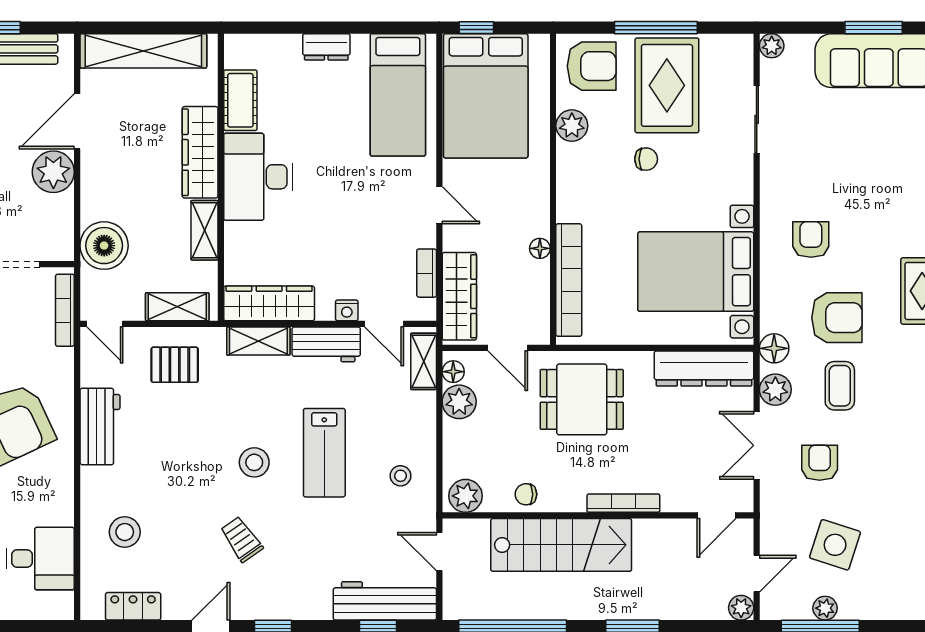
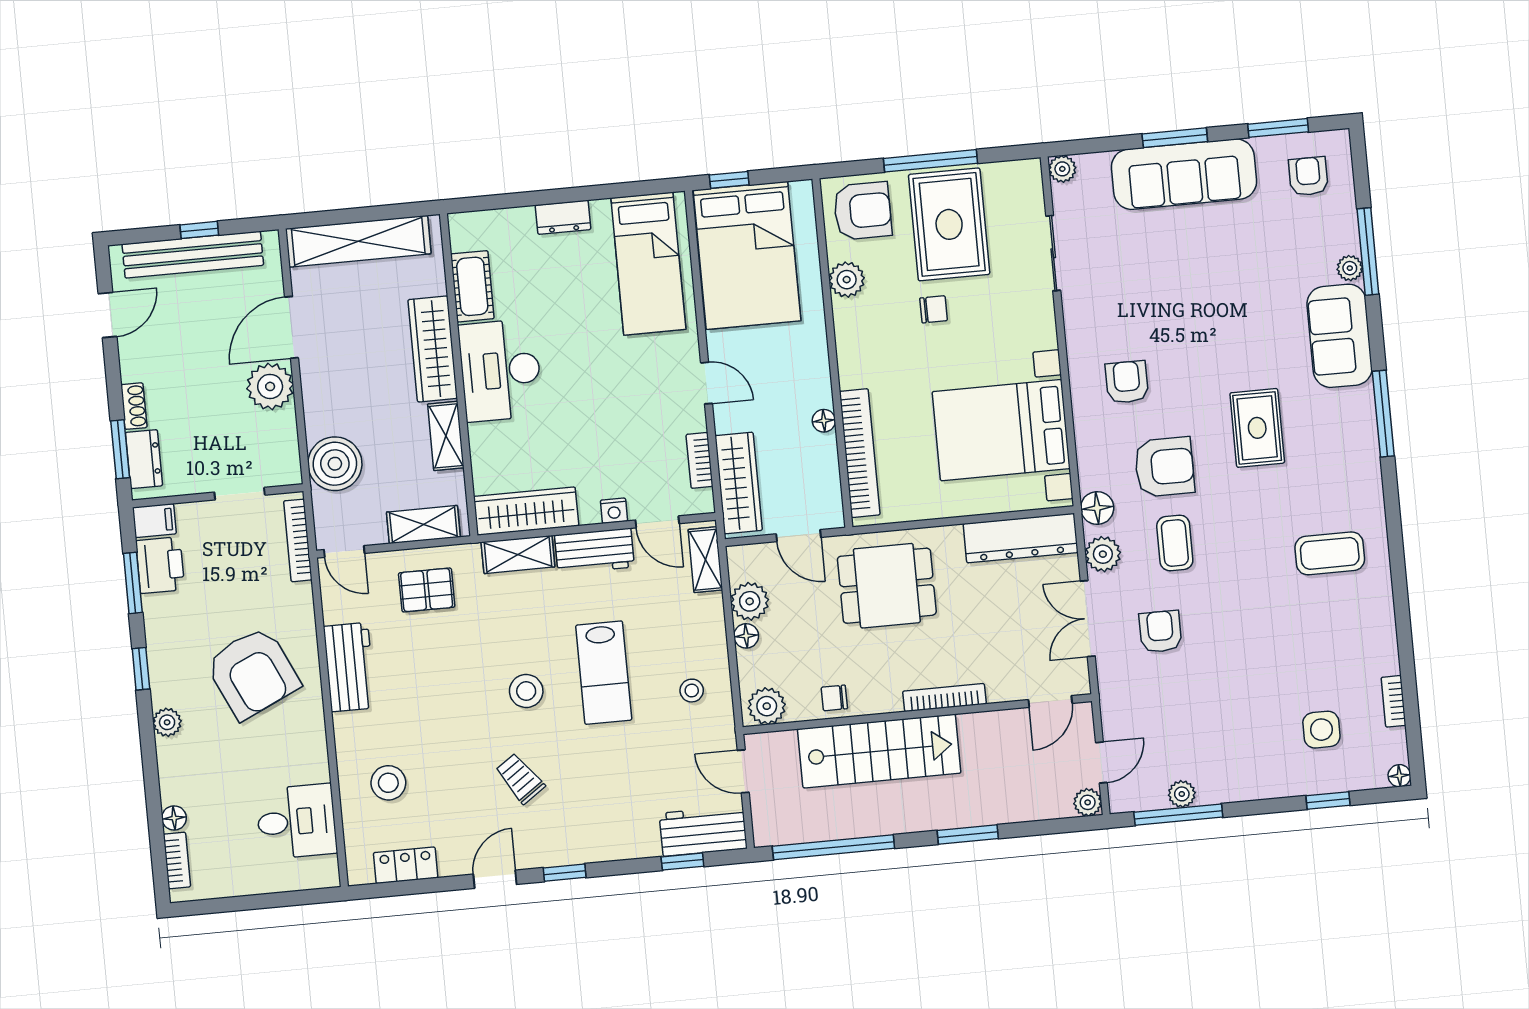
floor lamp: (453, 372) -> (746, 636), moved
side table: (835, 545) -> (1186, 722), removed
workbench: (385, 601) -> (703, 831), width x0.73

